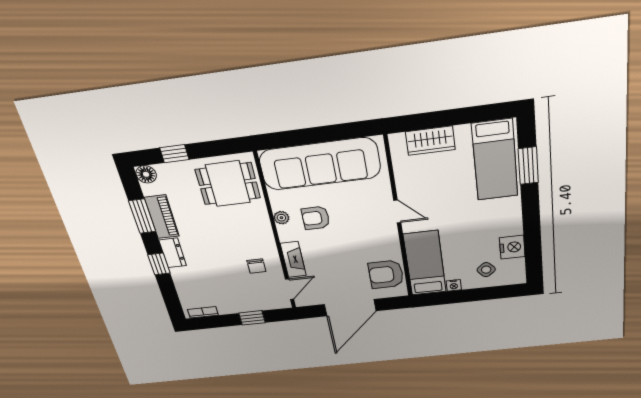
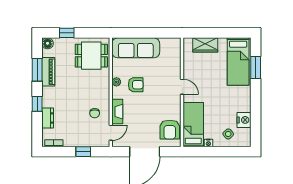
sofa: (320, 164) -> (136, 48), width x0.74, depth x0.79
armchair: (316, 218) -> (136, 85), turned 180
dresser: (173, 253) -> (48, 118), moved
armchair: (386, 274) -> (170, 130), turned -90

